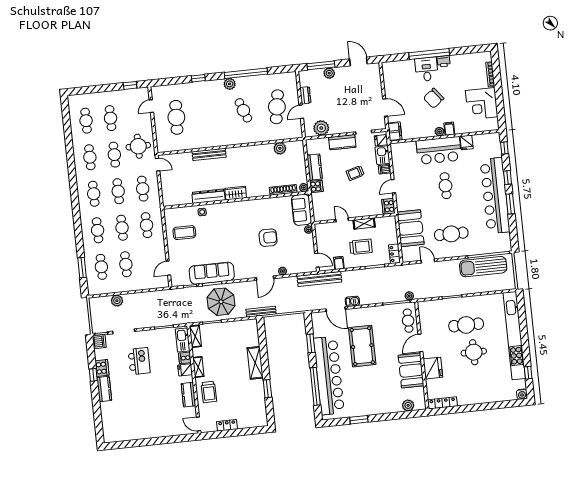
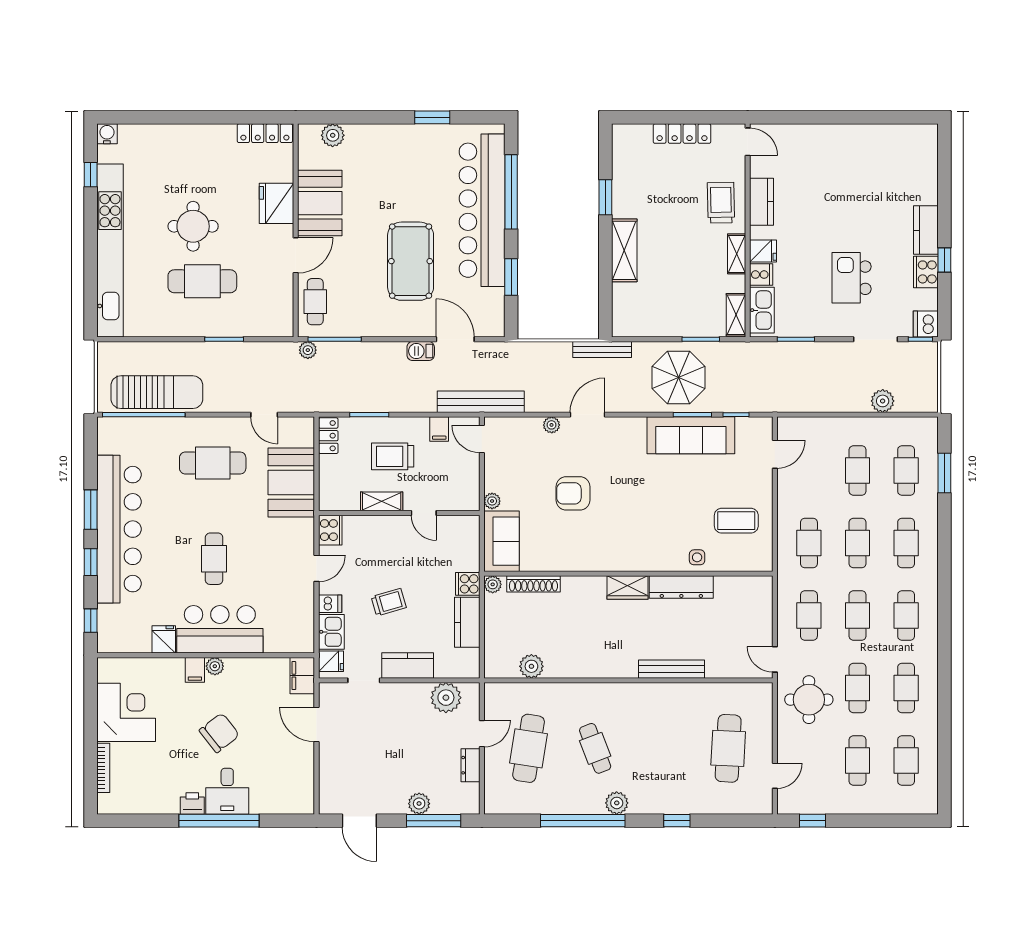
locker: (227, 425) -> (682, 134), width x1.53

